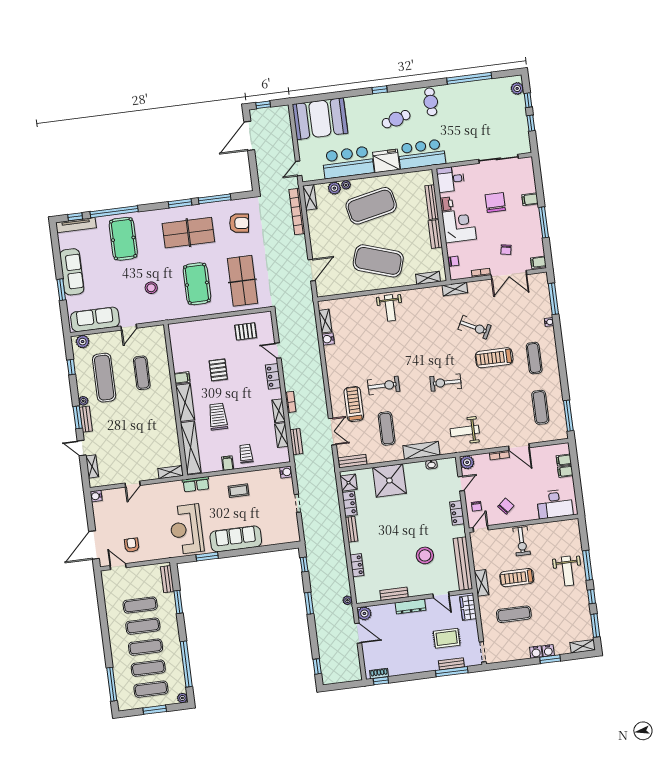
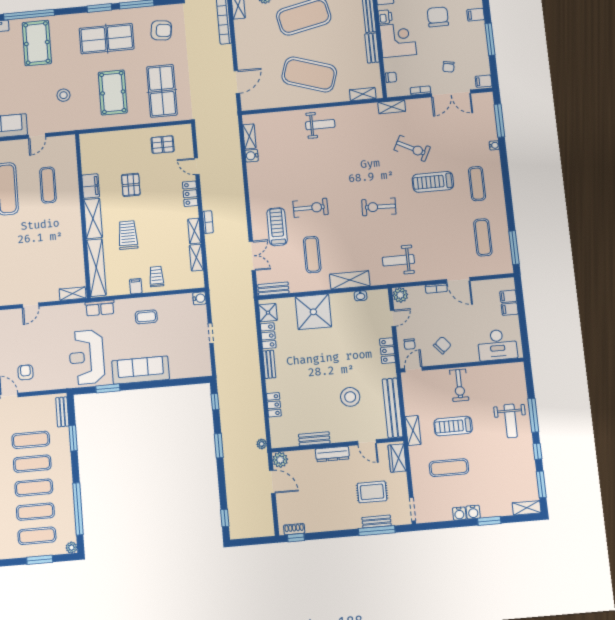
weight bench: (390, 308) -> (320, 125), turned -90
filing cabinet: (182, 378) -> (91, 186), width x2.00
bench: (296, 442) -> (212, 265), removed
water cooler: (548, 651) -> (459, 514), moved

